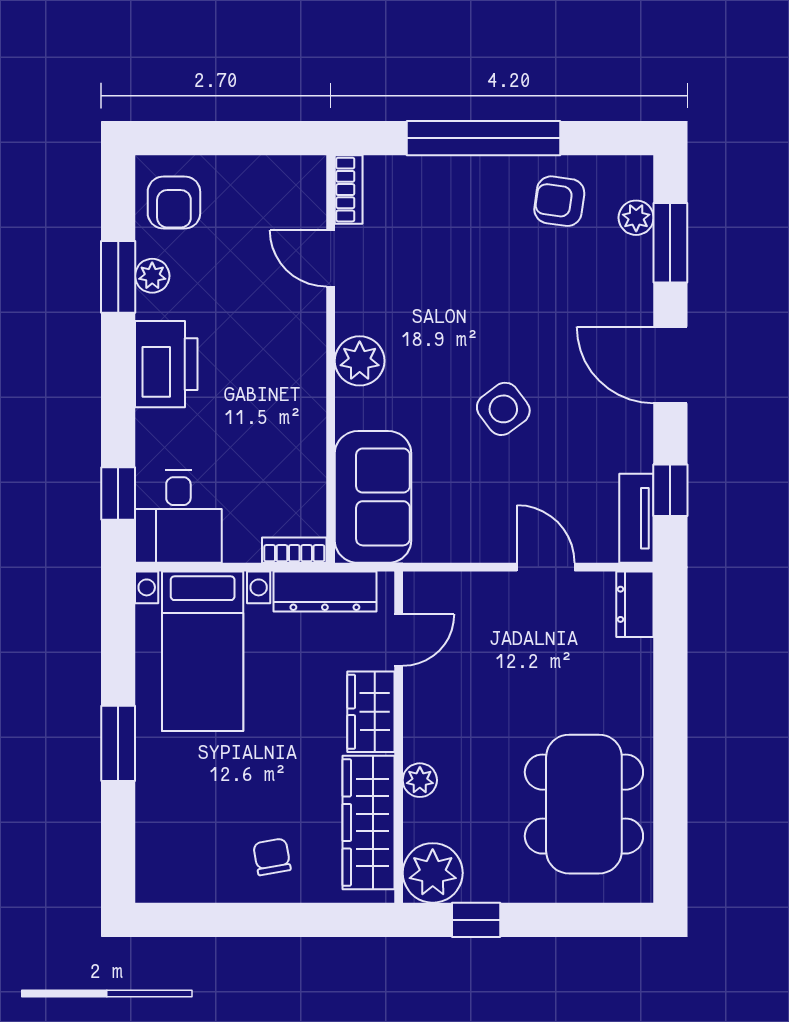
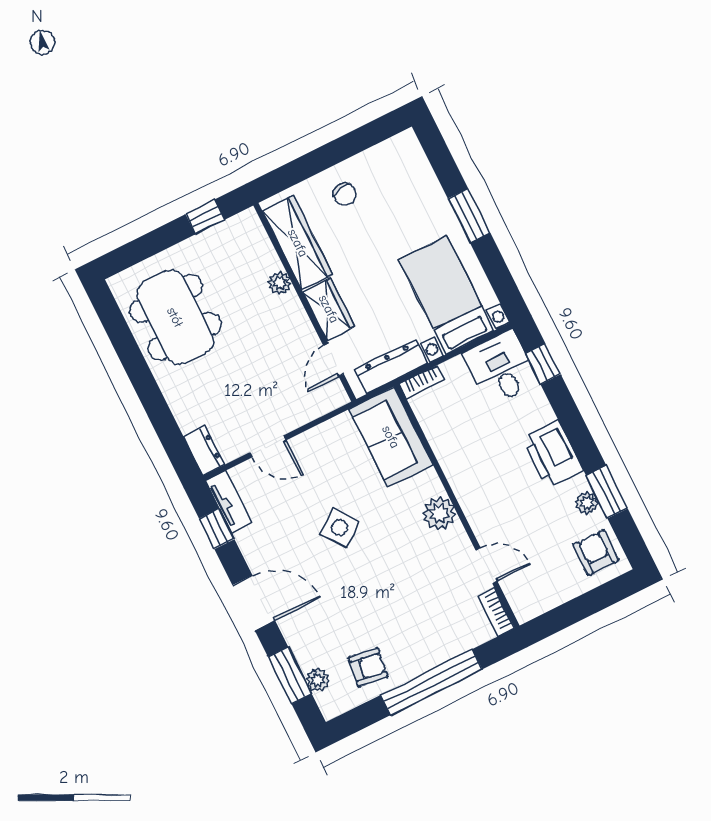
plant: (433, 873) -> (245, 232), removed

